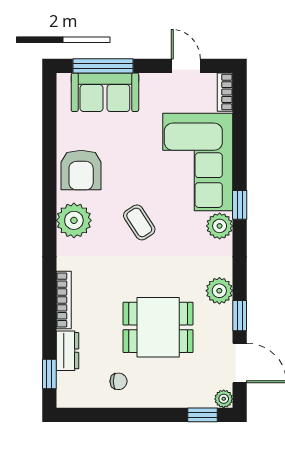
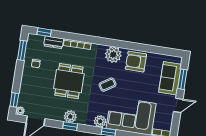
window: (103, 66) -> (182, 79), width x0.69
door: (186, 66) -> (178, 105), moved
window: (240, 316) -> (70, 126), moved
dining table: (158, 327) -> (69, 81), moved
window: (95, 415) -> (22, 50), added

